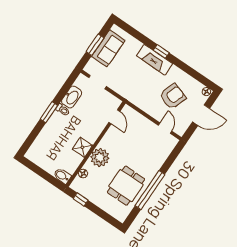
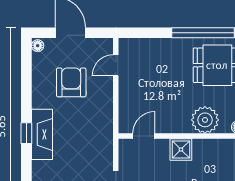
armchair: (173, 96) -> (71, 82), turned 70
shower: (82, 147) -> (181, 150), moved

